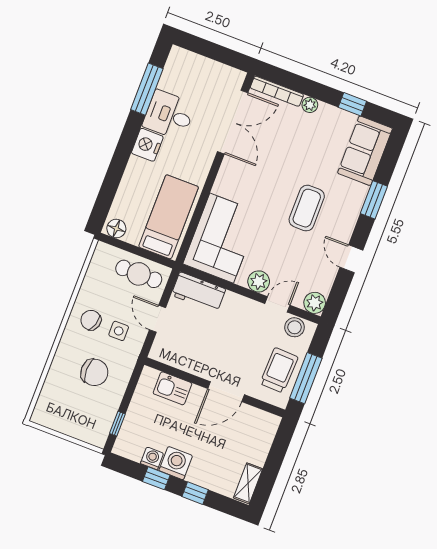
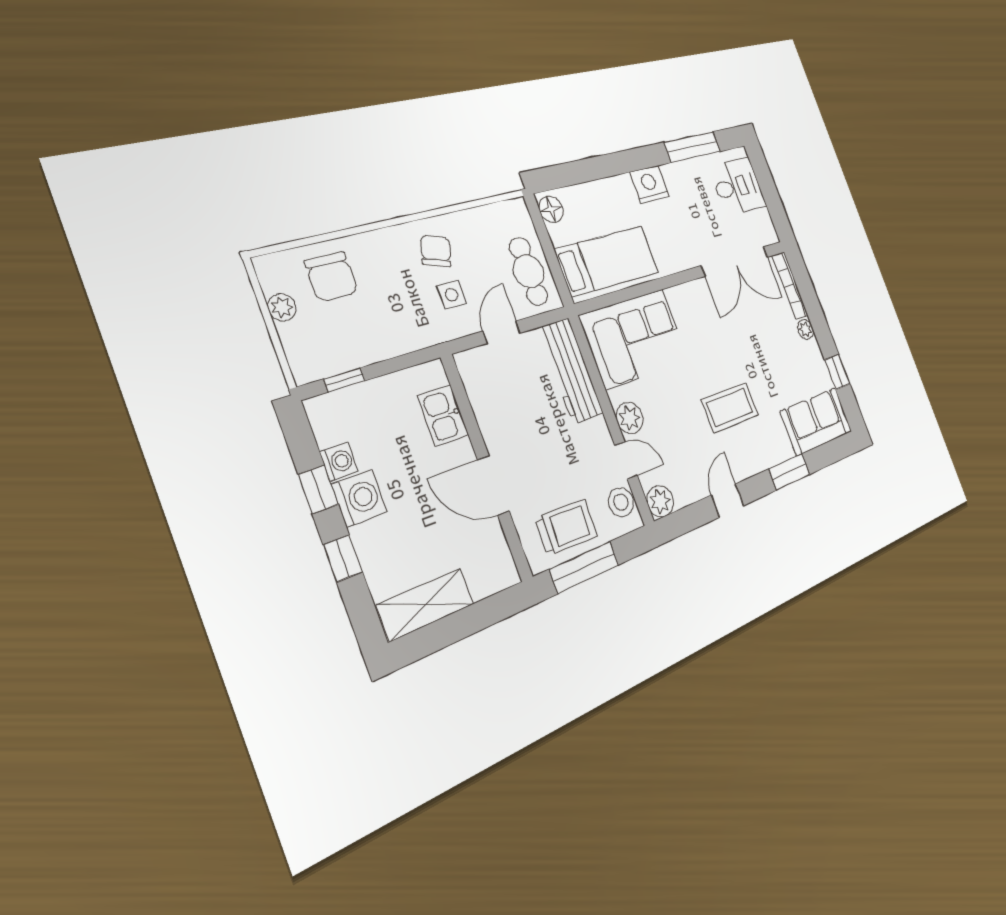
desk: (169, 115) -> (737, 186), moved, turned 90
workbench: (198, 292) -> (571, 371), width x1.37
chair: (94, 372) -> (331, 277), moved
plant: (62, 425) -> (282, 307), added
shelving: (248, 483) -> (426, 605), width x1.50, depth x1.33

